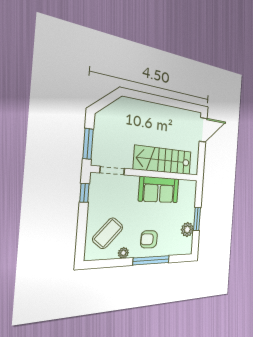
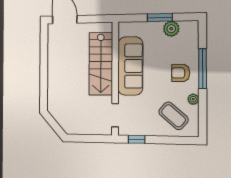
window: (88, 144) -> (93, 138), removed
sofa: (159, 190) -> (130, 66), width x1.36
armchair: (149, 239) -> (181, 73), turned 88

